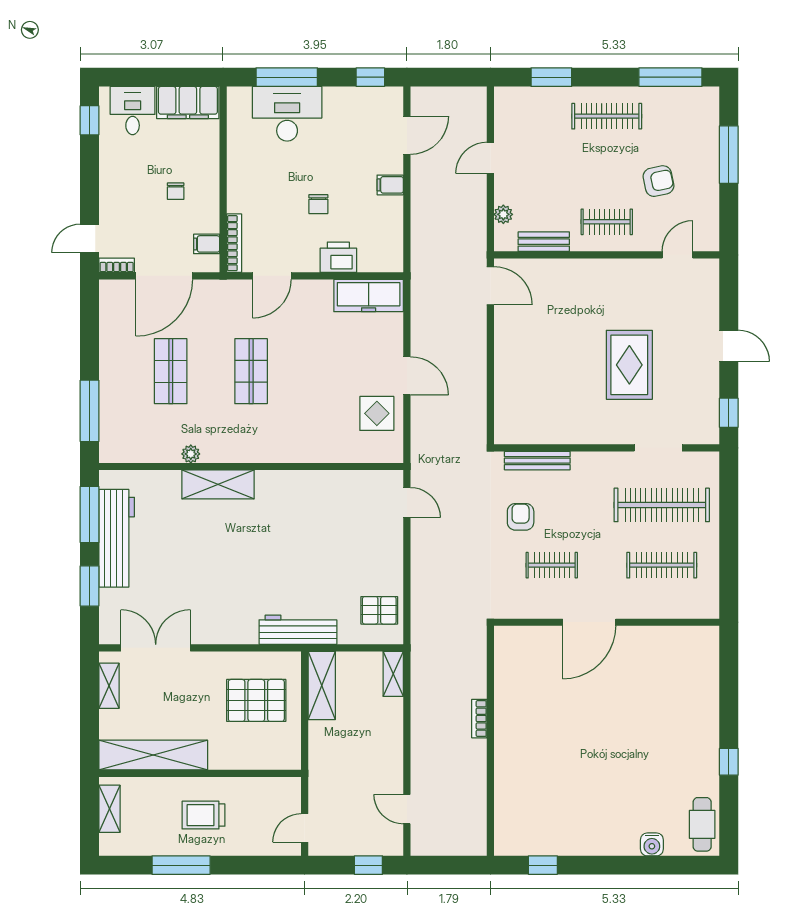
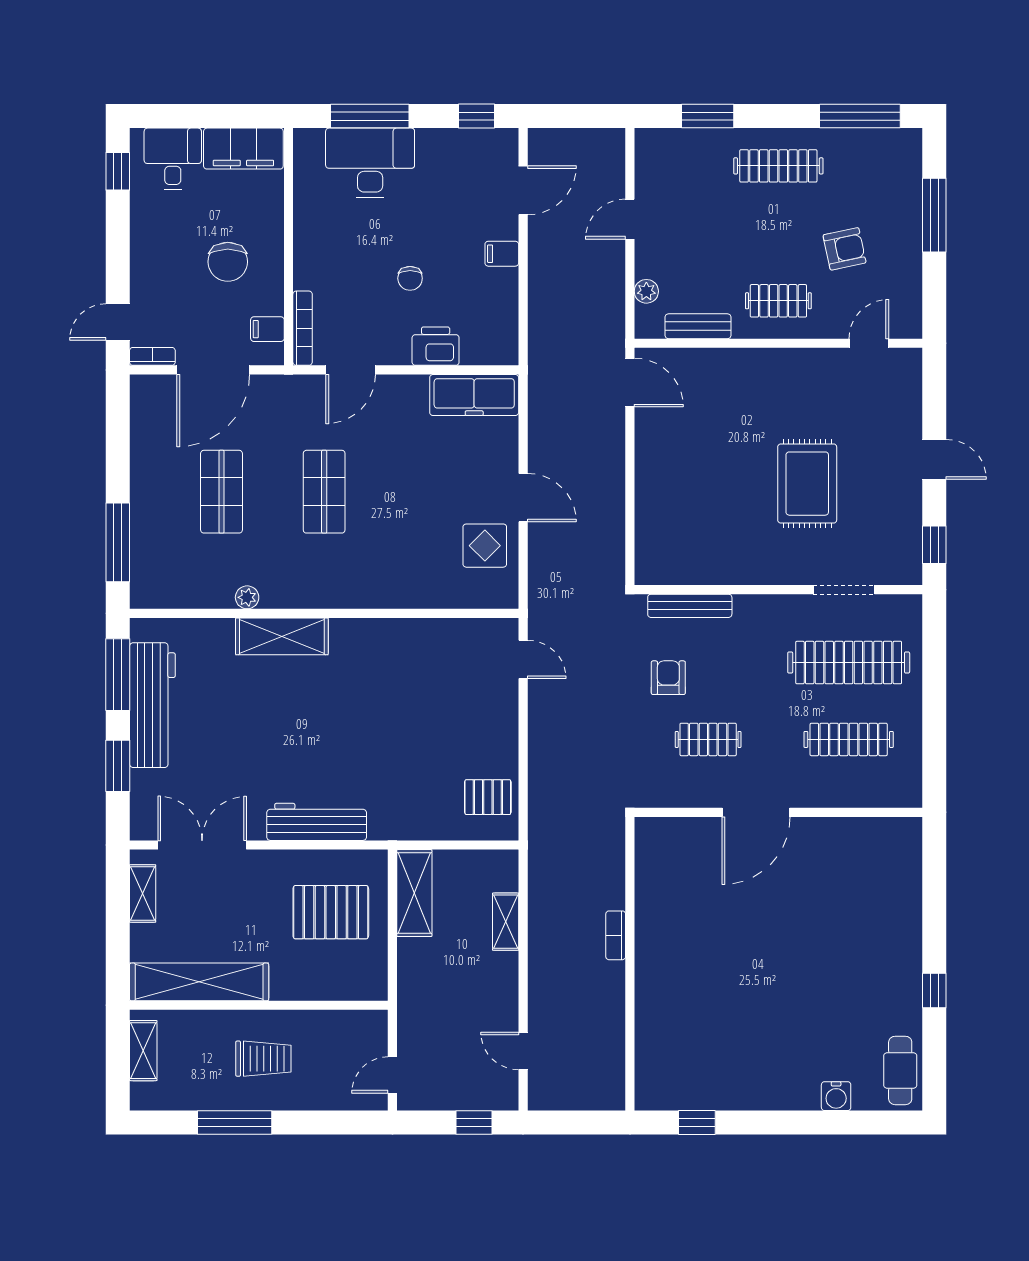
chair: (176, 191) -> (228, 262), width x1.87, depth x1.87
workbench: (298, 630) -> (317, 822), moved
shelving: (393, 674) -> (506, 922), moved
trolley: (203, 815) -> (263, 1059), turned 180

